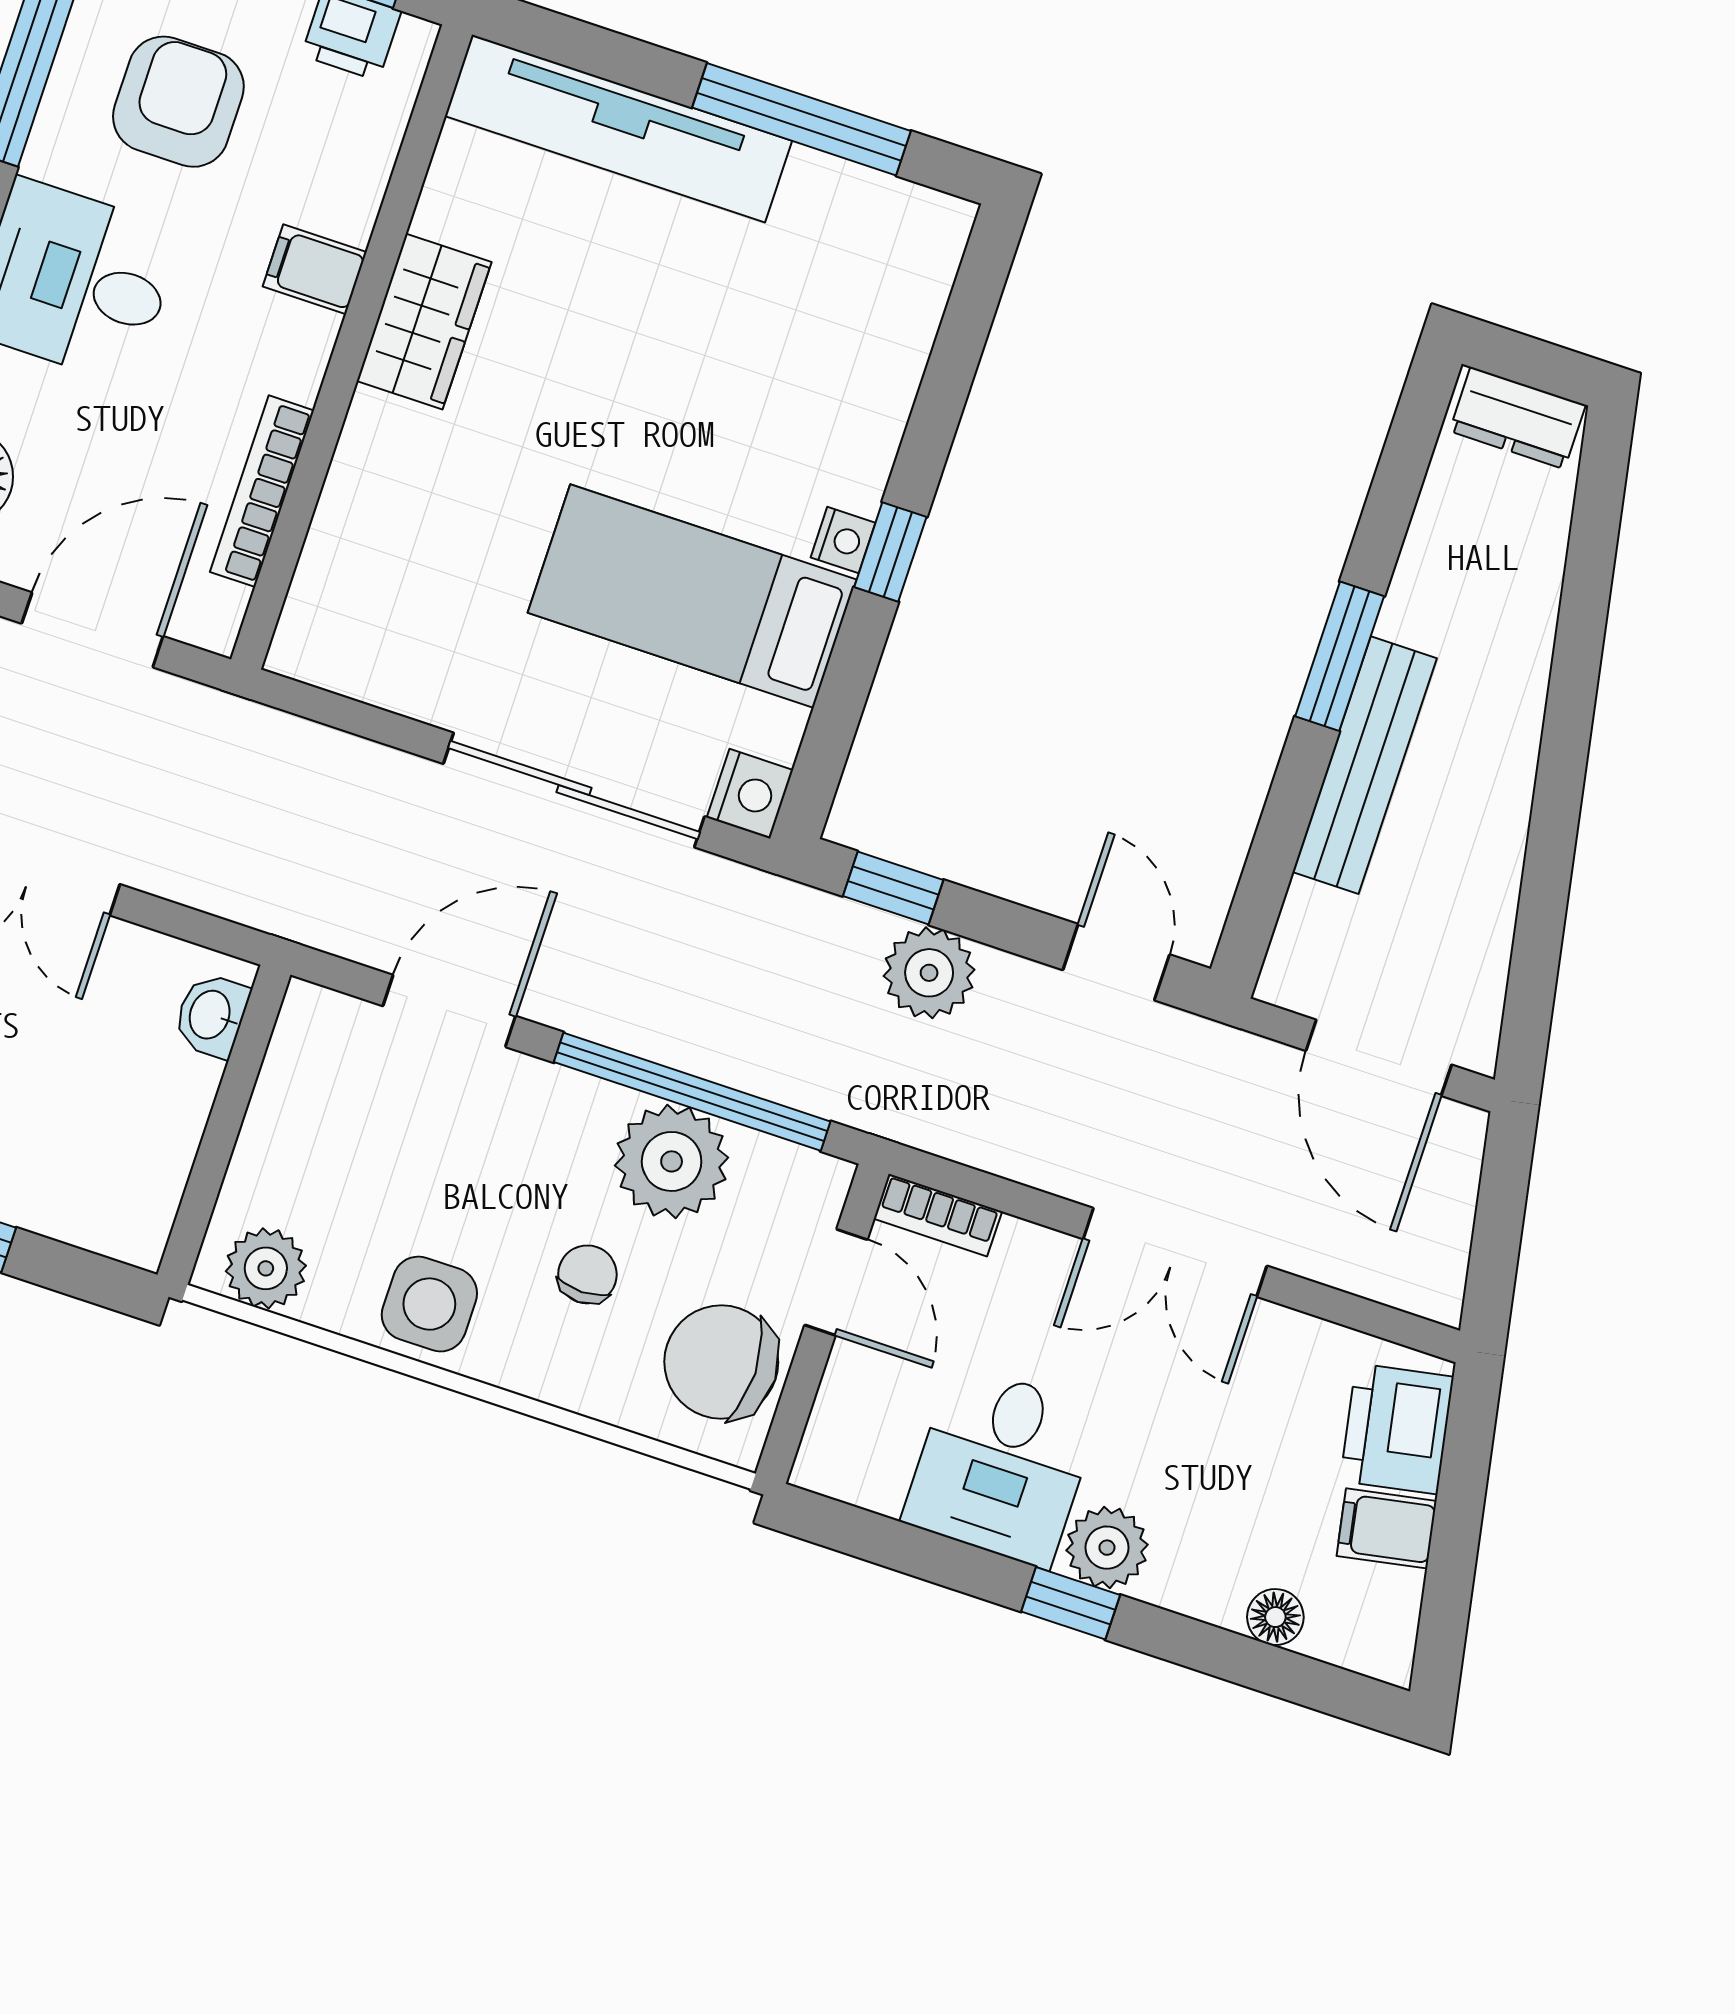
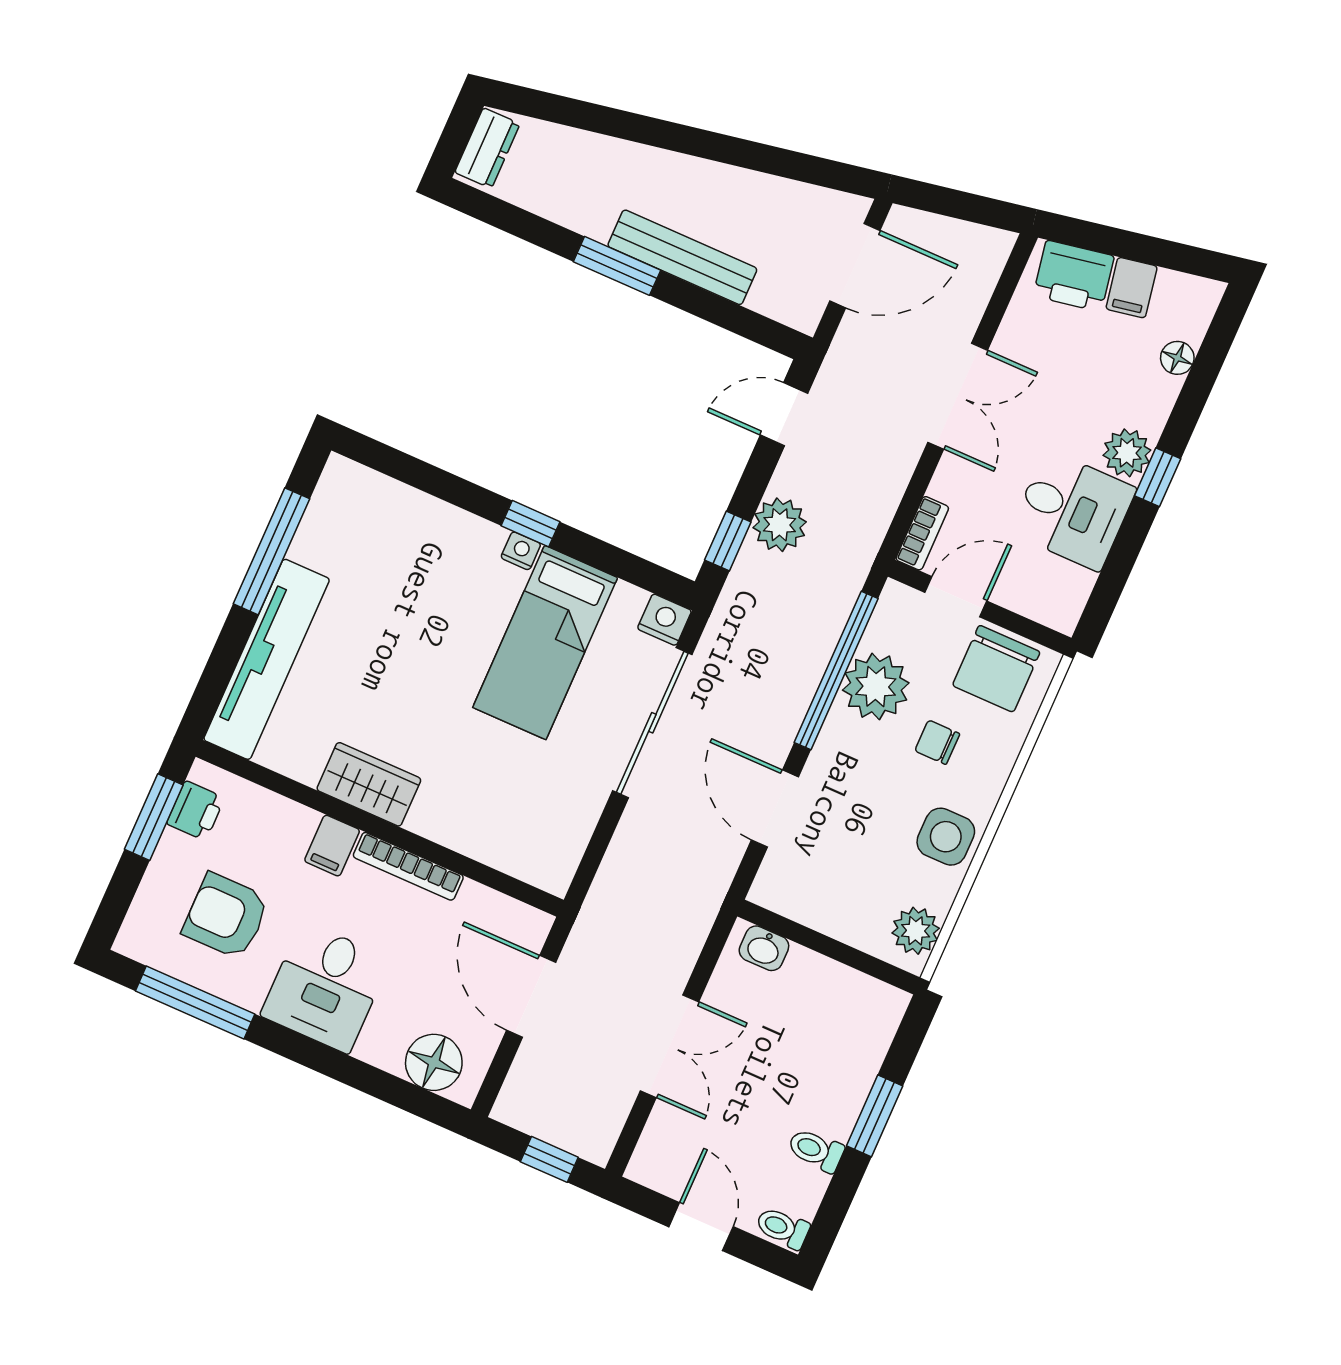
bookcase: (262, 491) -> (408, 866), moved

